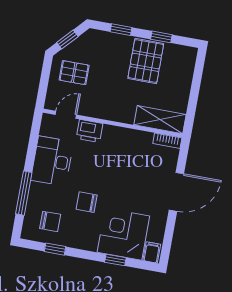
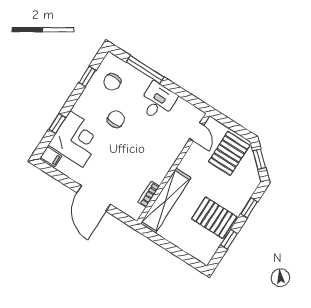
pallet: (74, 73) -> (229, 153), width x1.50, depth x1.42
shelving: (160, 120) -> (166, 201), width x1.47
printer: (90, 131) -> (175, 146), removed
bookcase: (167, 141) -> (149, 194), moved
desk: (52, 161) -> (158, 101), width x0.73

